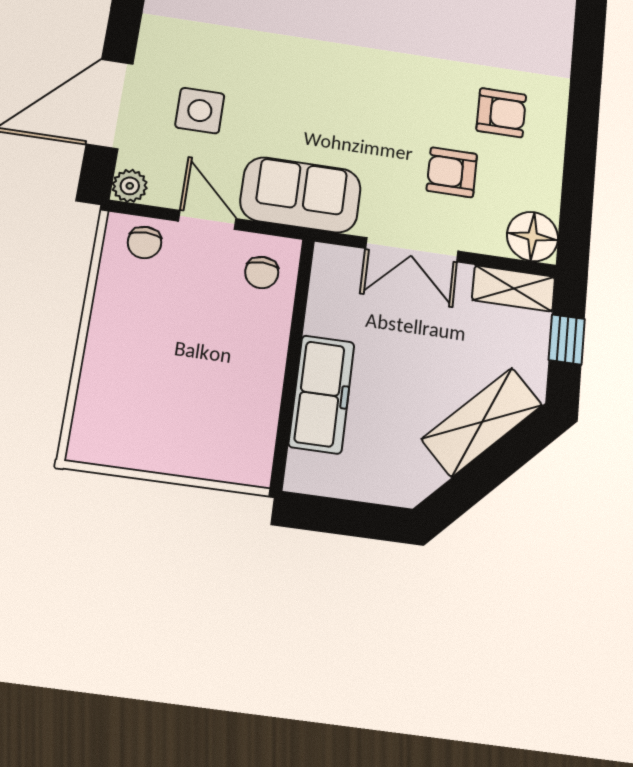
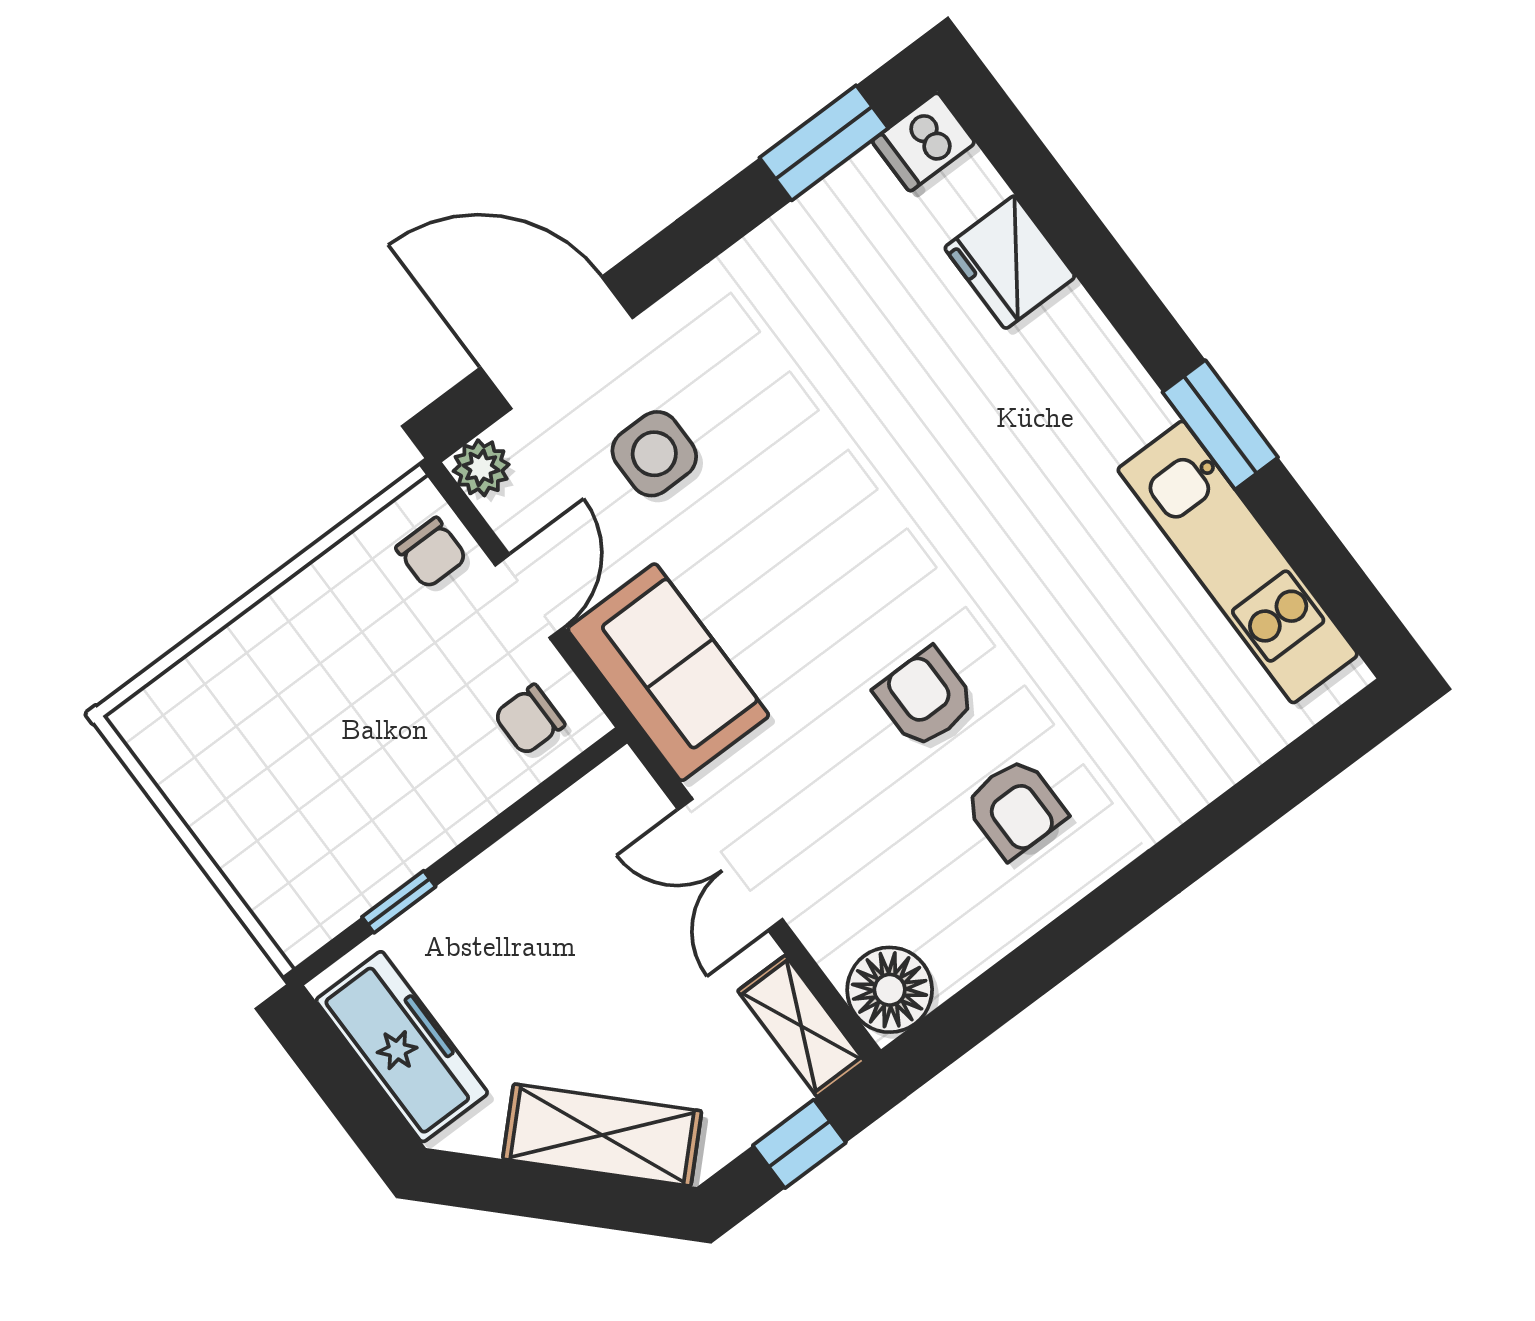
armchair: (452, 172) -> (925, 698), moved
chair: (145, 242) -> (431, 553), turned -90
freezer: (322, 394) -> (402, 1047), moved, turned -90
window: (286, 409) -> (399, 902), added

